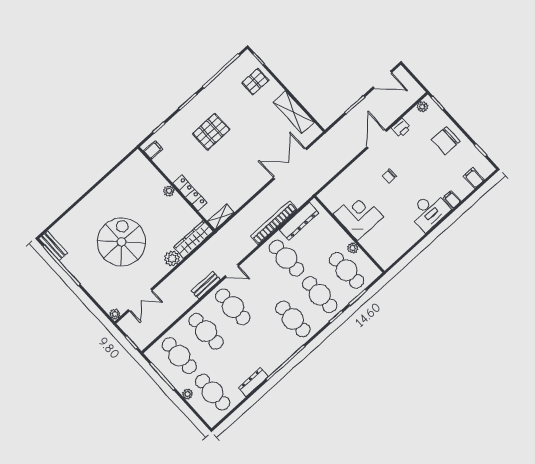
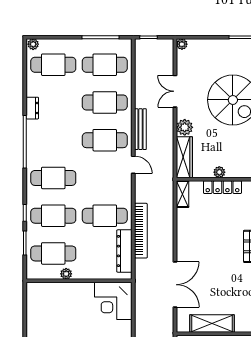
plant: (169, 191) -> (219, 172), moved
corner desk: (358, 216) -> (113, 301), moved, turned 90
door: (232, 271) -> (133, 165), swing flipped
bench: (206, 285) -> (140, 129), width x1.36
double door: (140, 300) -> (175, 91), moved
dresser: (253, 382) -> (32, 108), width x0.70
plant: (188, 394) -> (33, 44), moved

